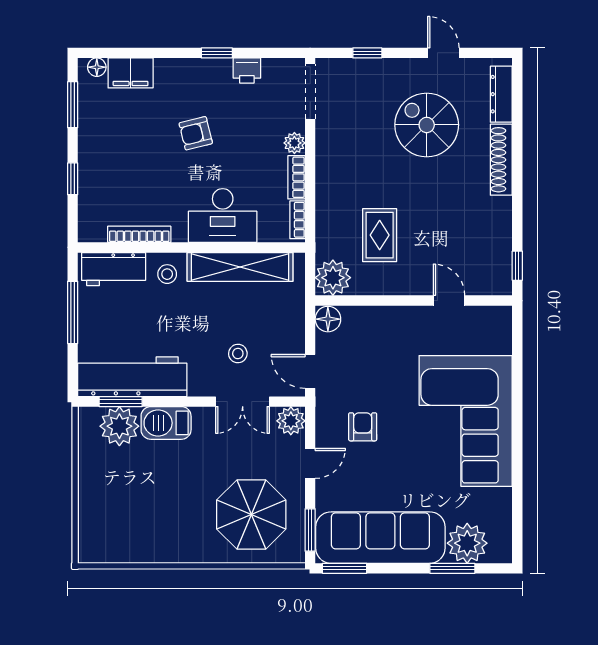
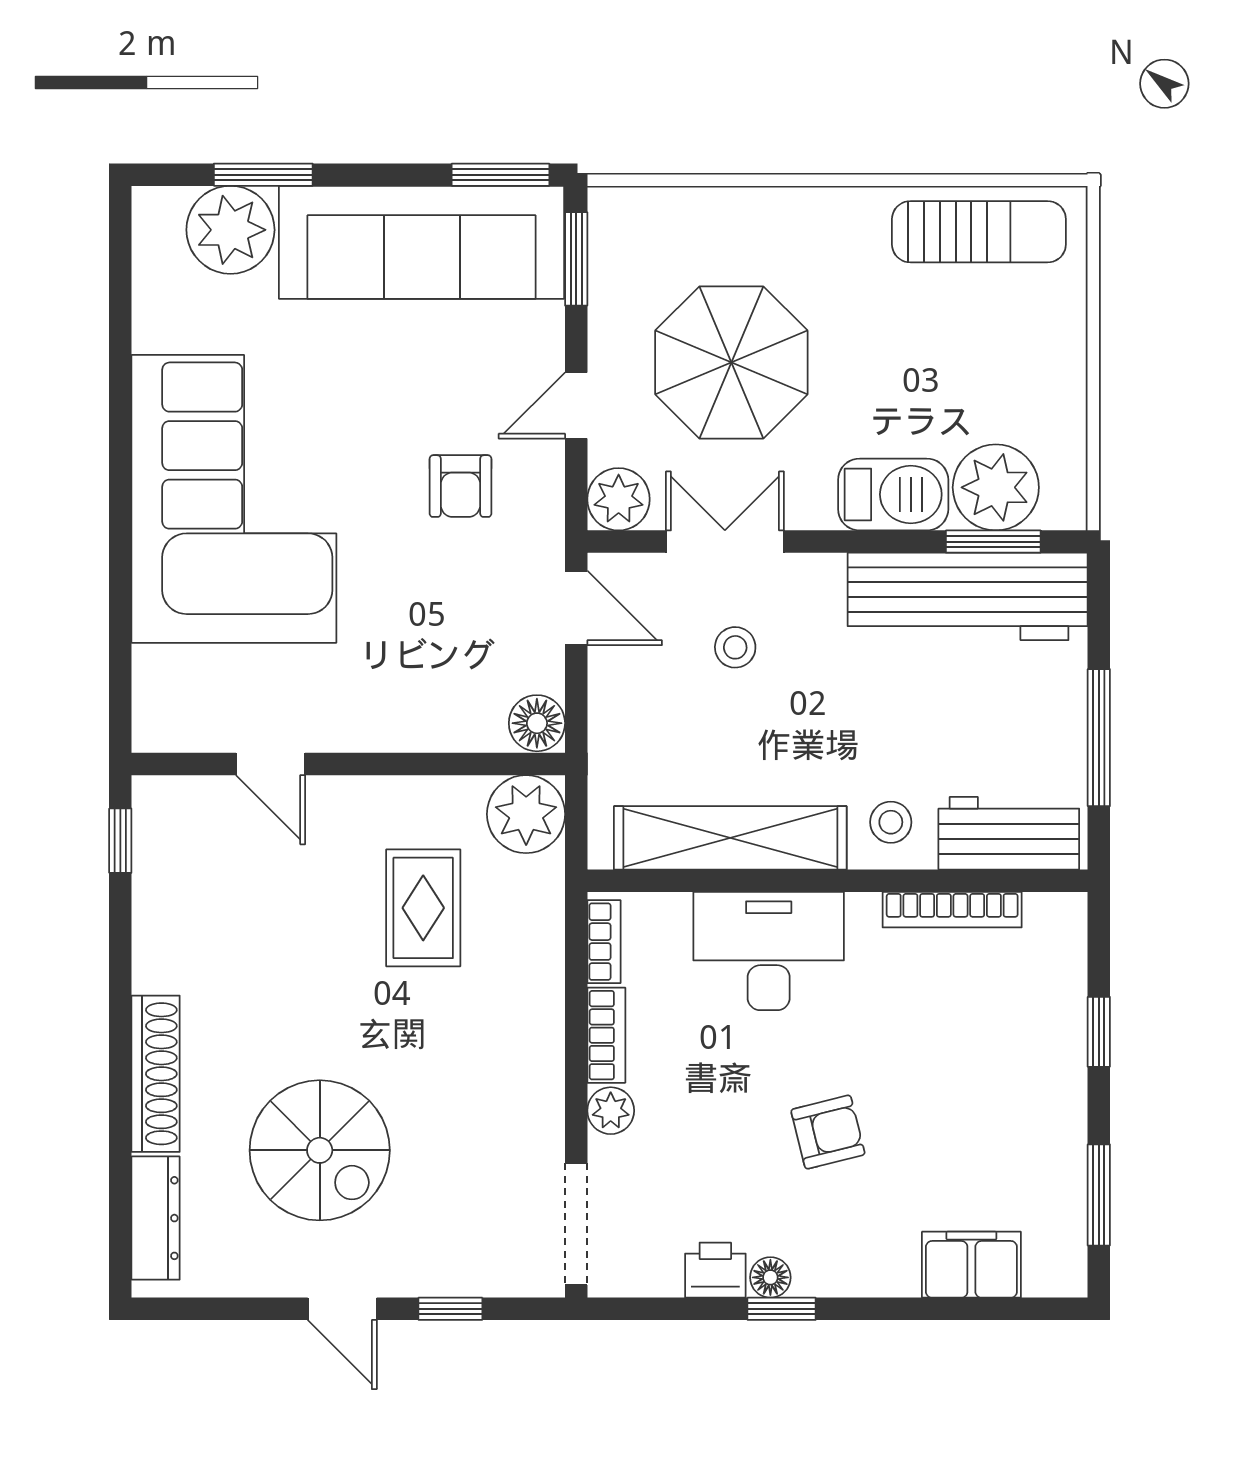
door: (443, 53) -> (342, 1309), moved
floor lamp: (97, 67) -> (770, 1277), moved
parasol: (251, 515) -> (731, 362), moved
sun lounger: (127, 542) -> (979, 232), added

